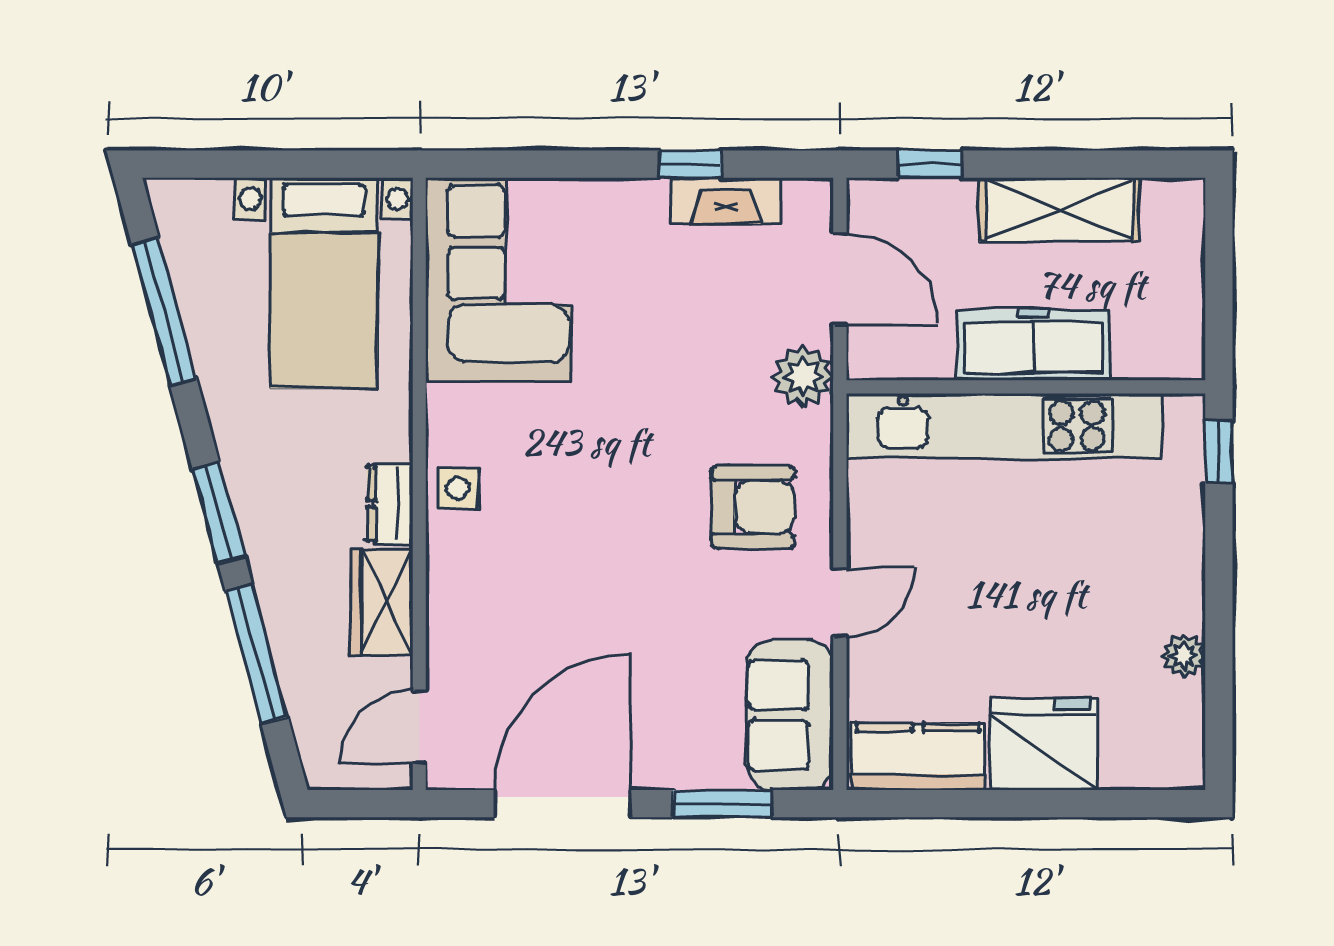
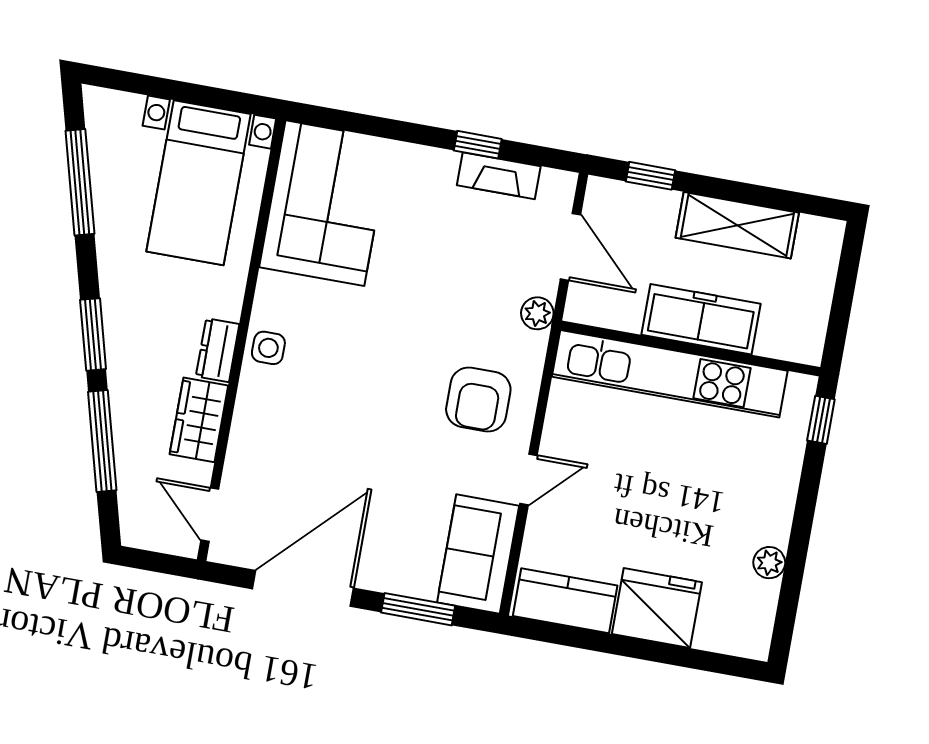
plant: (803, 377) -> (537, 313), width x0.73, depth x0.73
armchair: (753, 507) -> (478, 399), turned 90
door: (419, 727) -> (210, 515), hinge flipped

